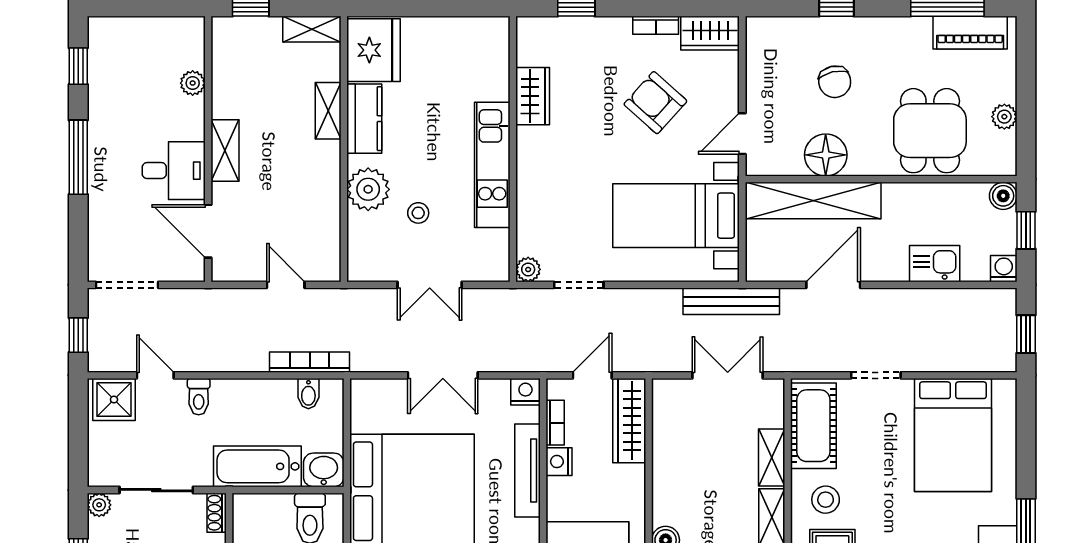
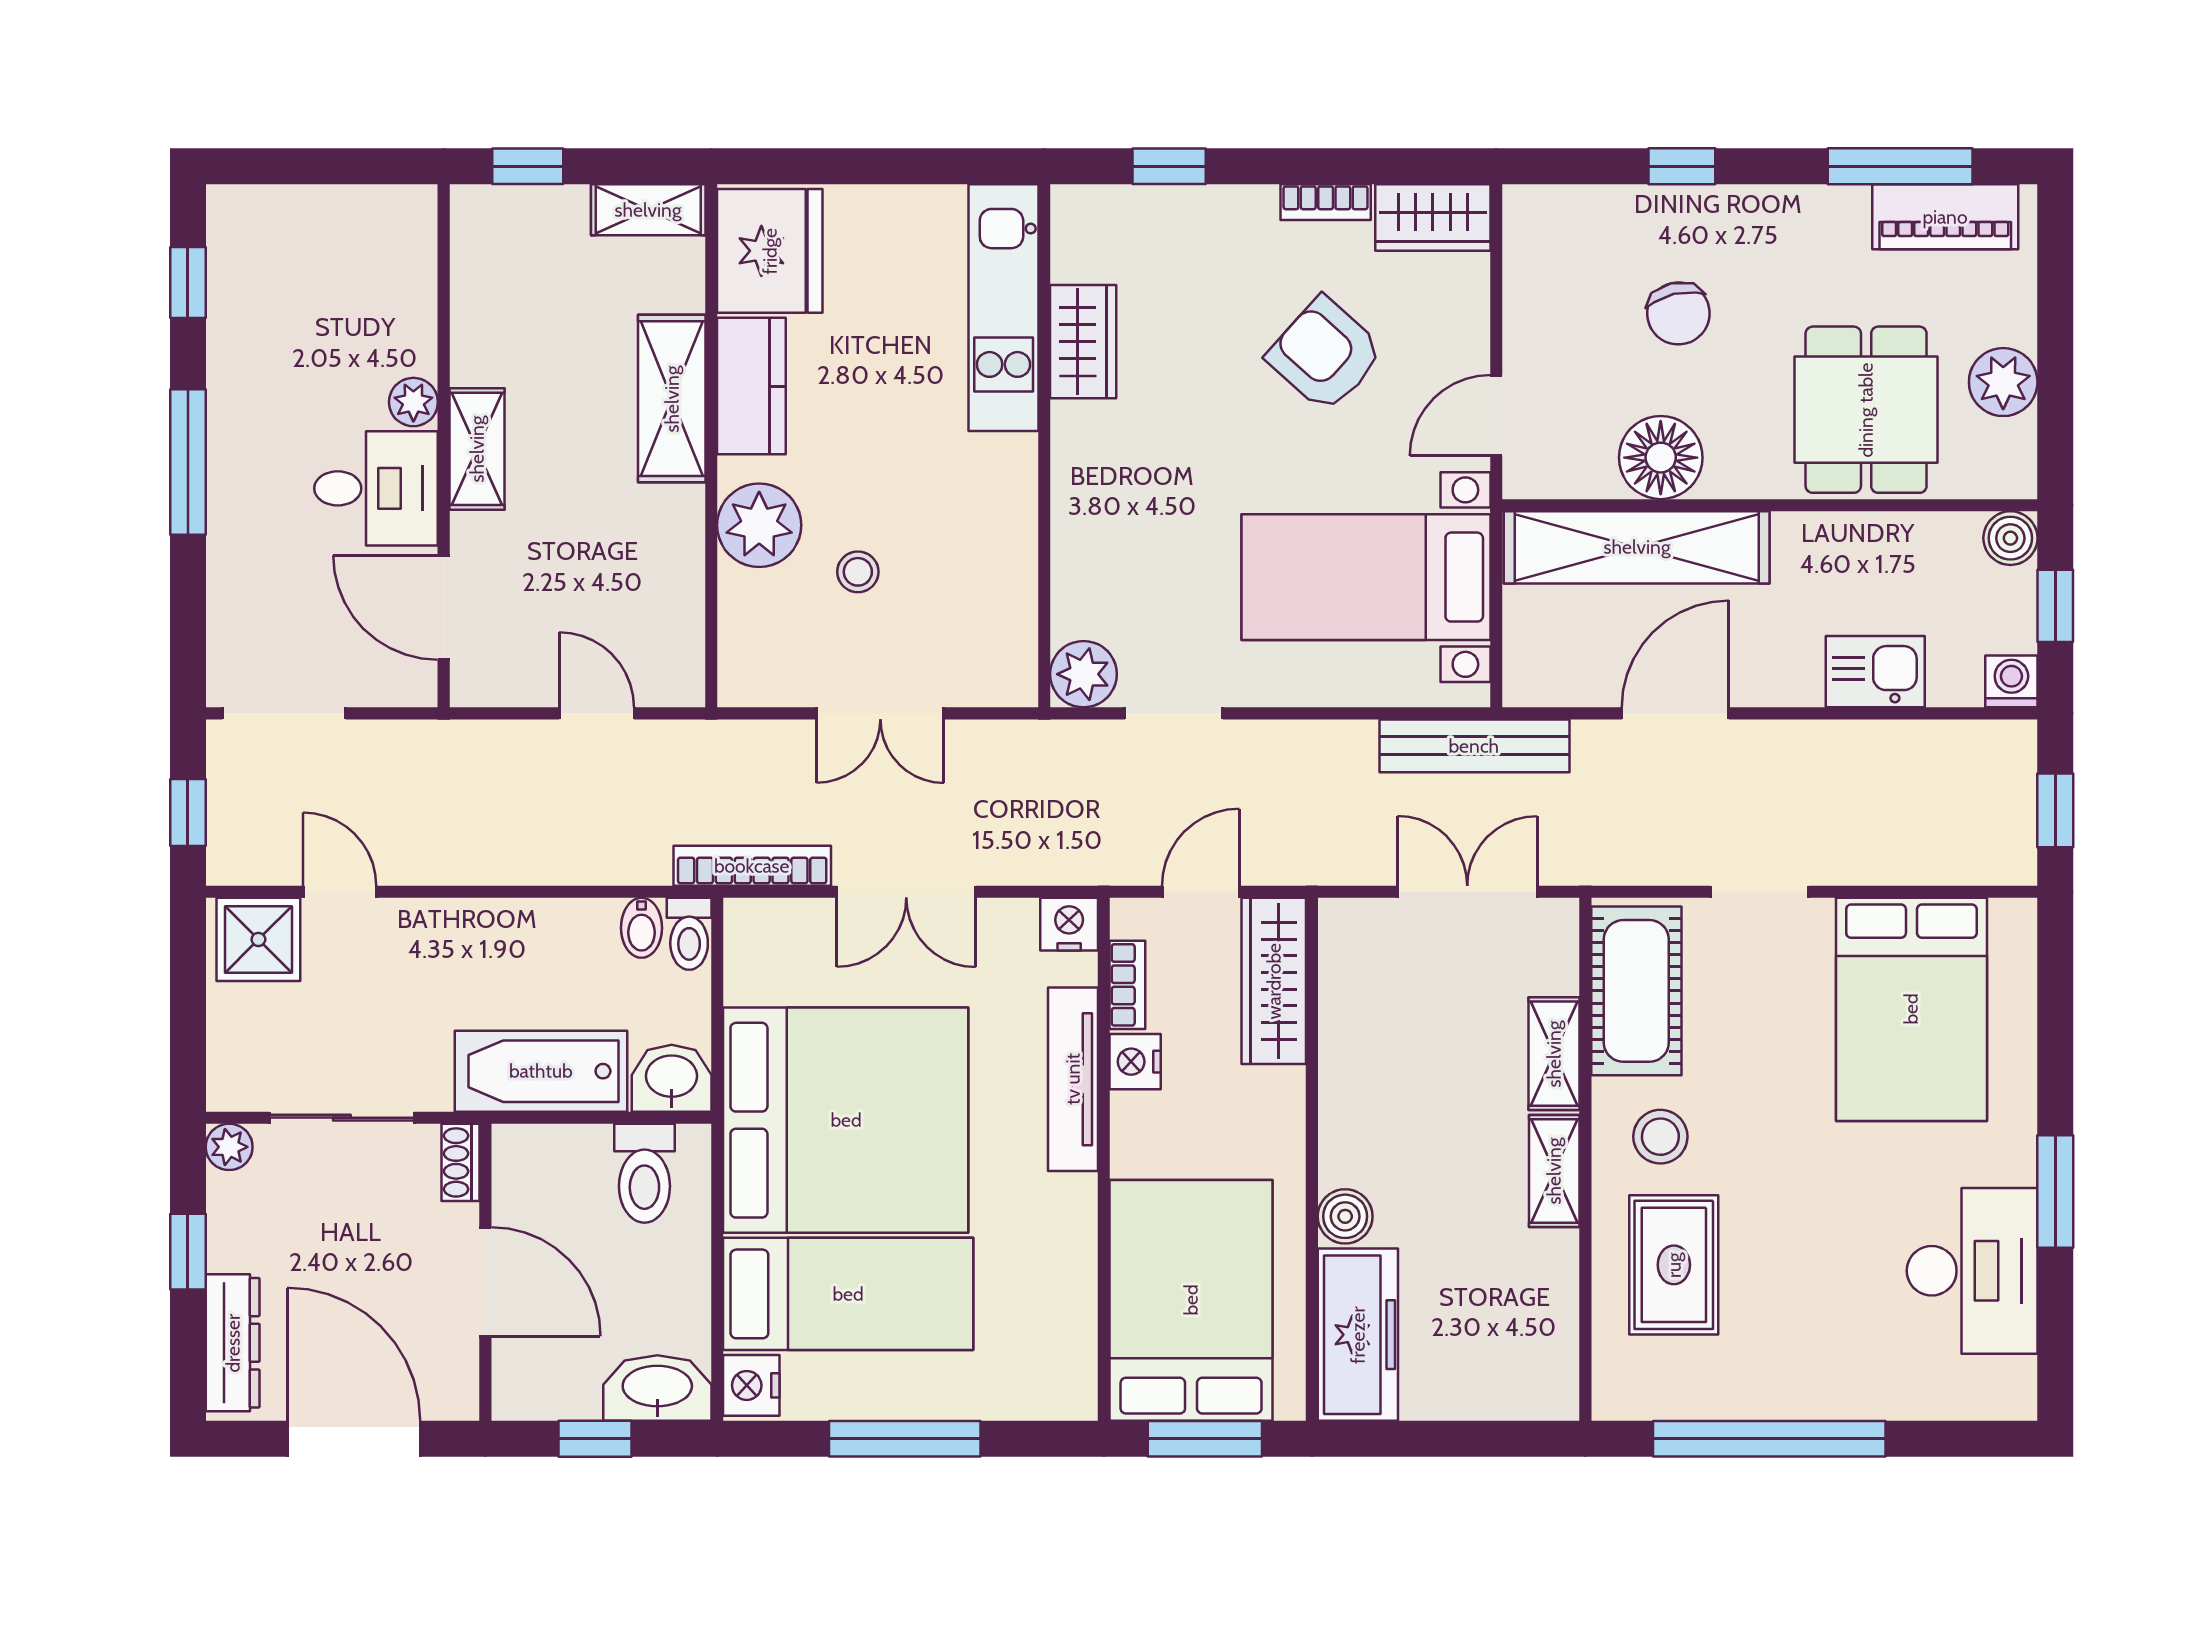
plant: (193, 83) -> (413, 402), moved
shelving: (328, 111) -> (672, 399), width x1.50, depth x1.33
plant: (1004, 117) -> (2003, 382), width x1.38, depth x1.38
kitchen unit: (492, 165) -> (1004, 308), moved
plant: (528, 269) -> (1083, 674), width x1.38, depth x1.38
bookcase: (310, 362) -> (752, 866), moved
toilet: (199, 397) -> (689, 934), moved

